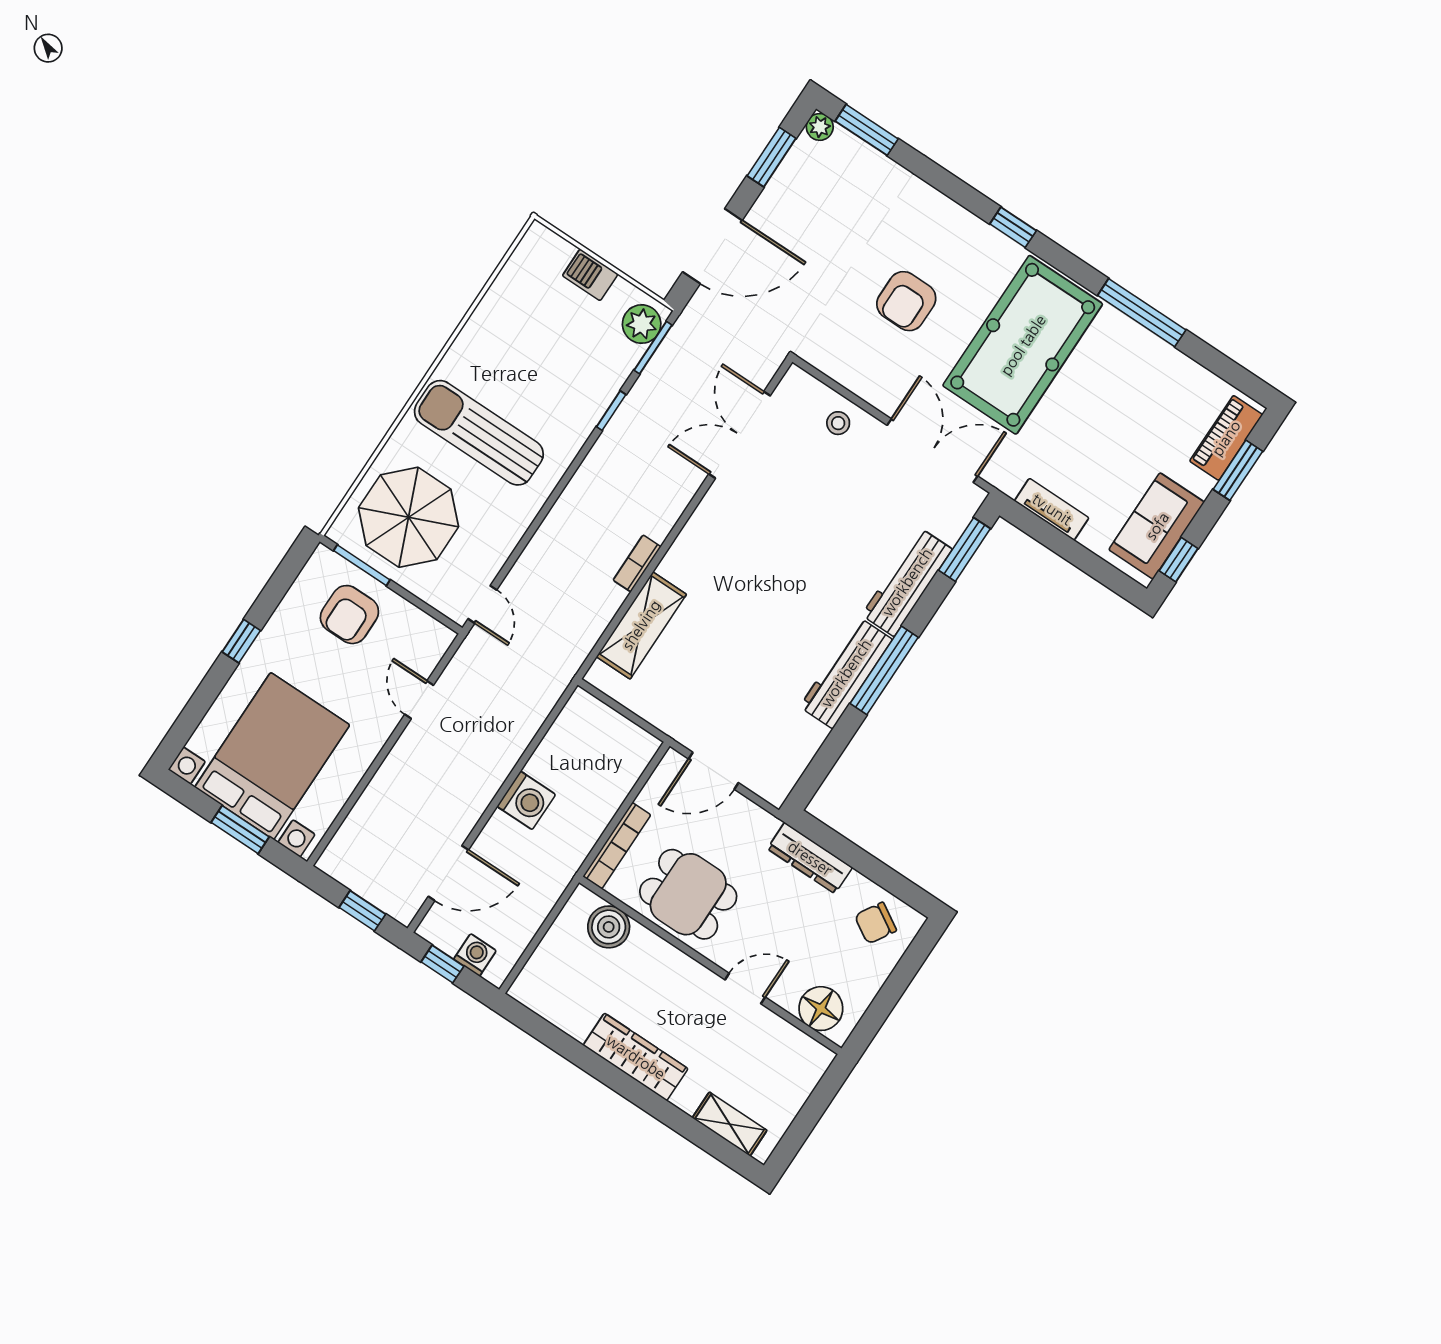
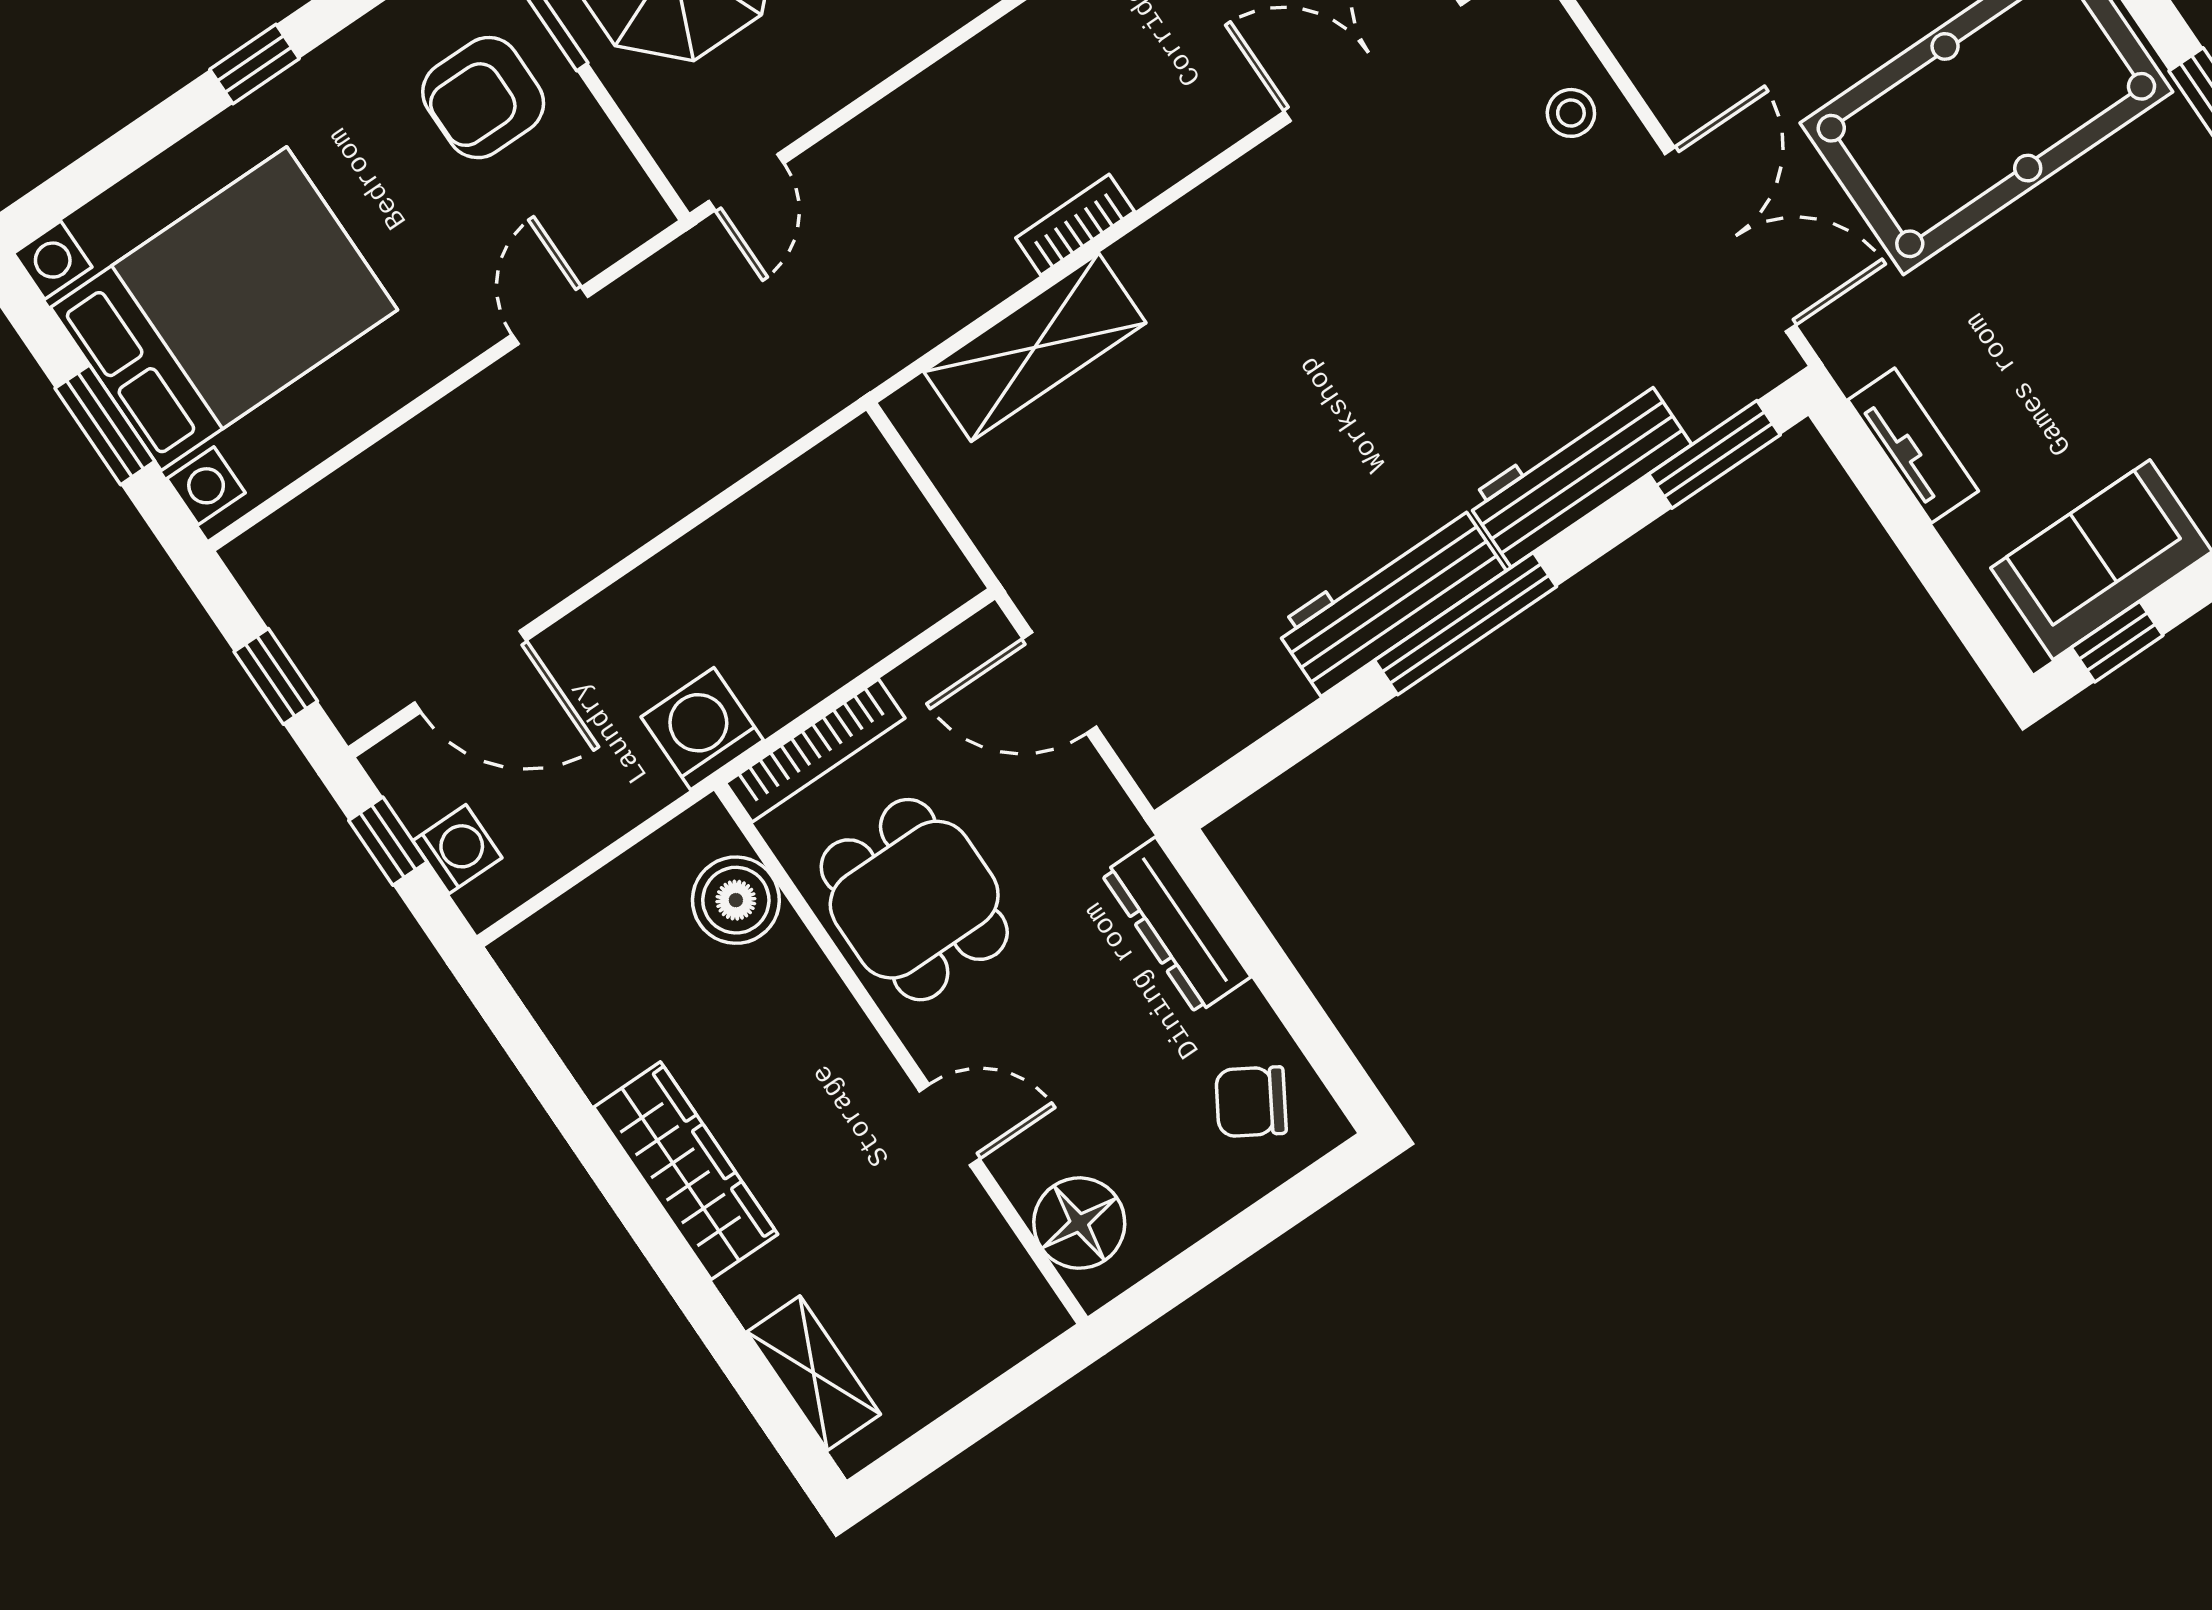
washing machine: (526, 800) -> (702, 729), moved, turned 180

